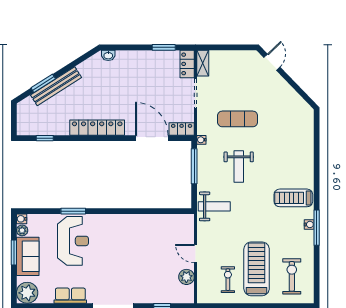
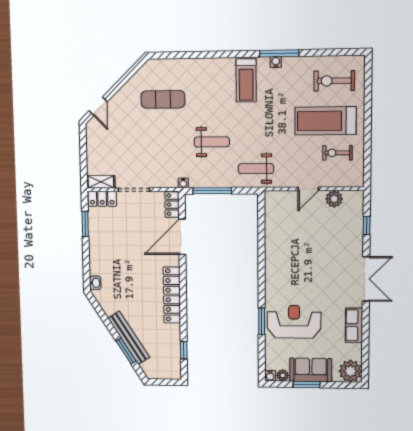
door: (272, 62) -> (98, 106), swing flipped
exercise mat: (238, 119) -> (163, 99), moved, turned 90
weight bench: (214, 206) -> (256, 169), turned -90

